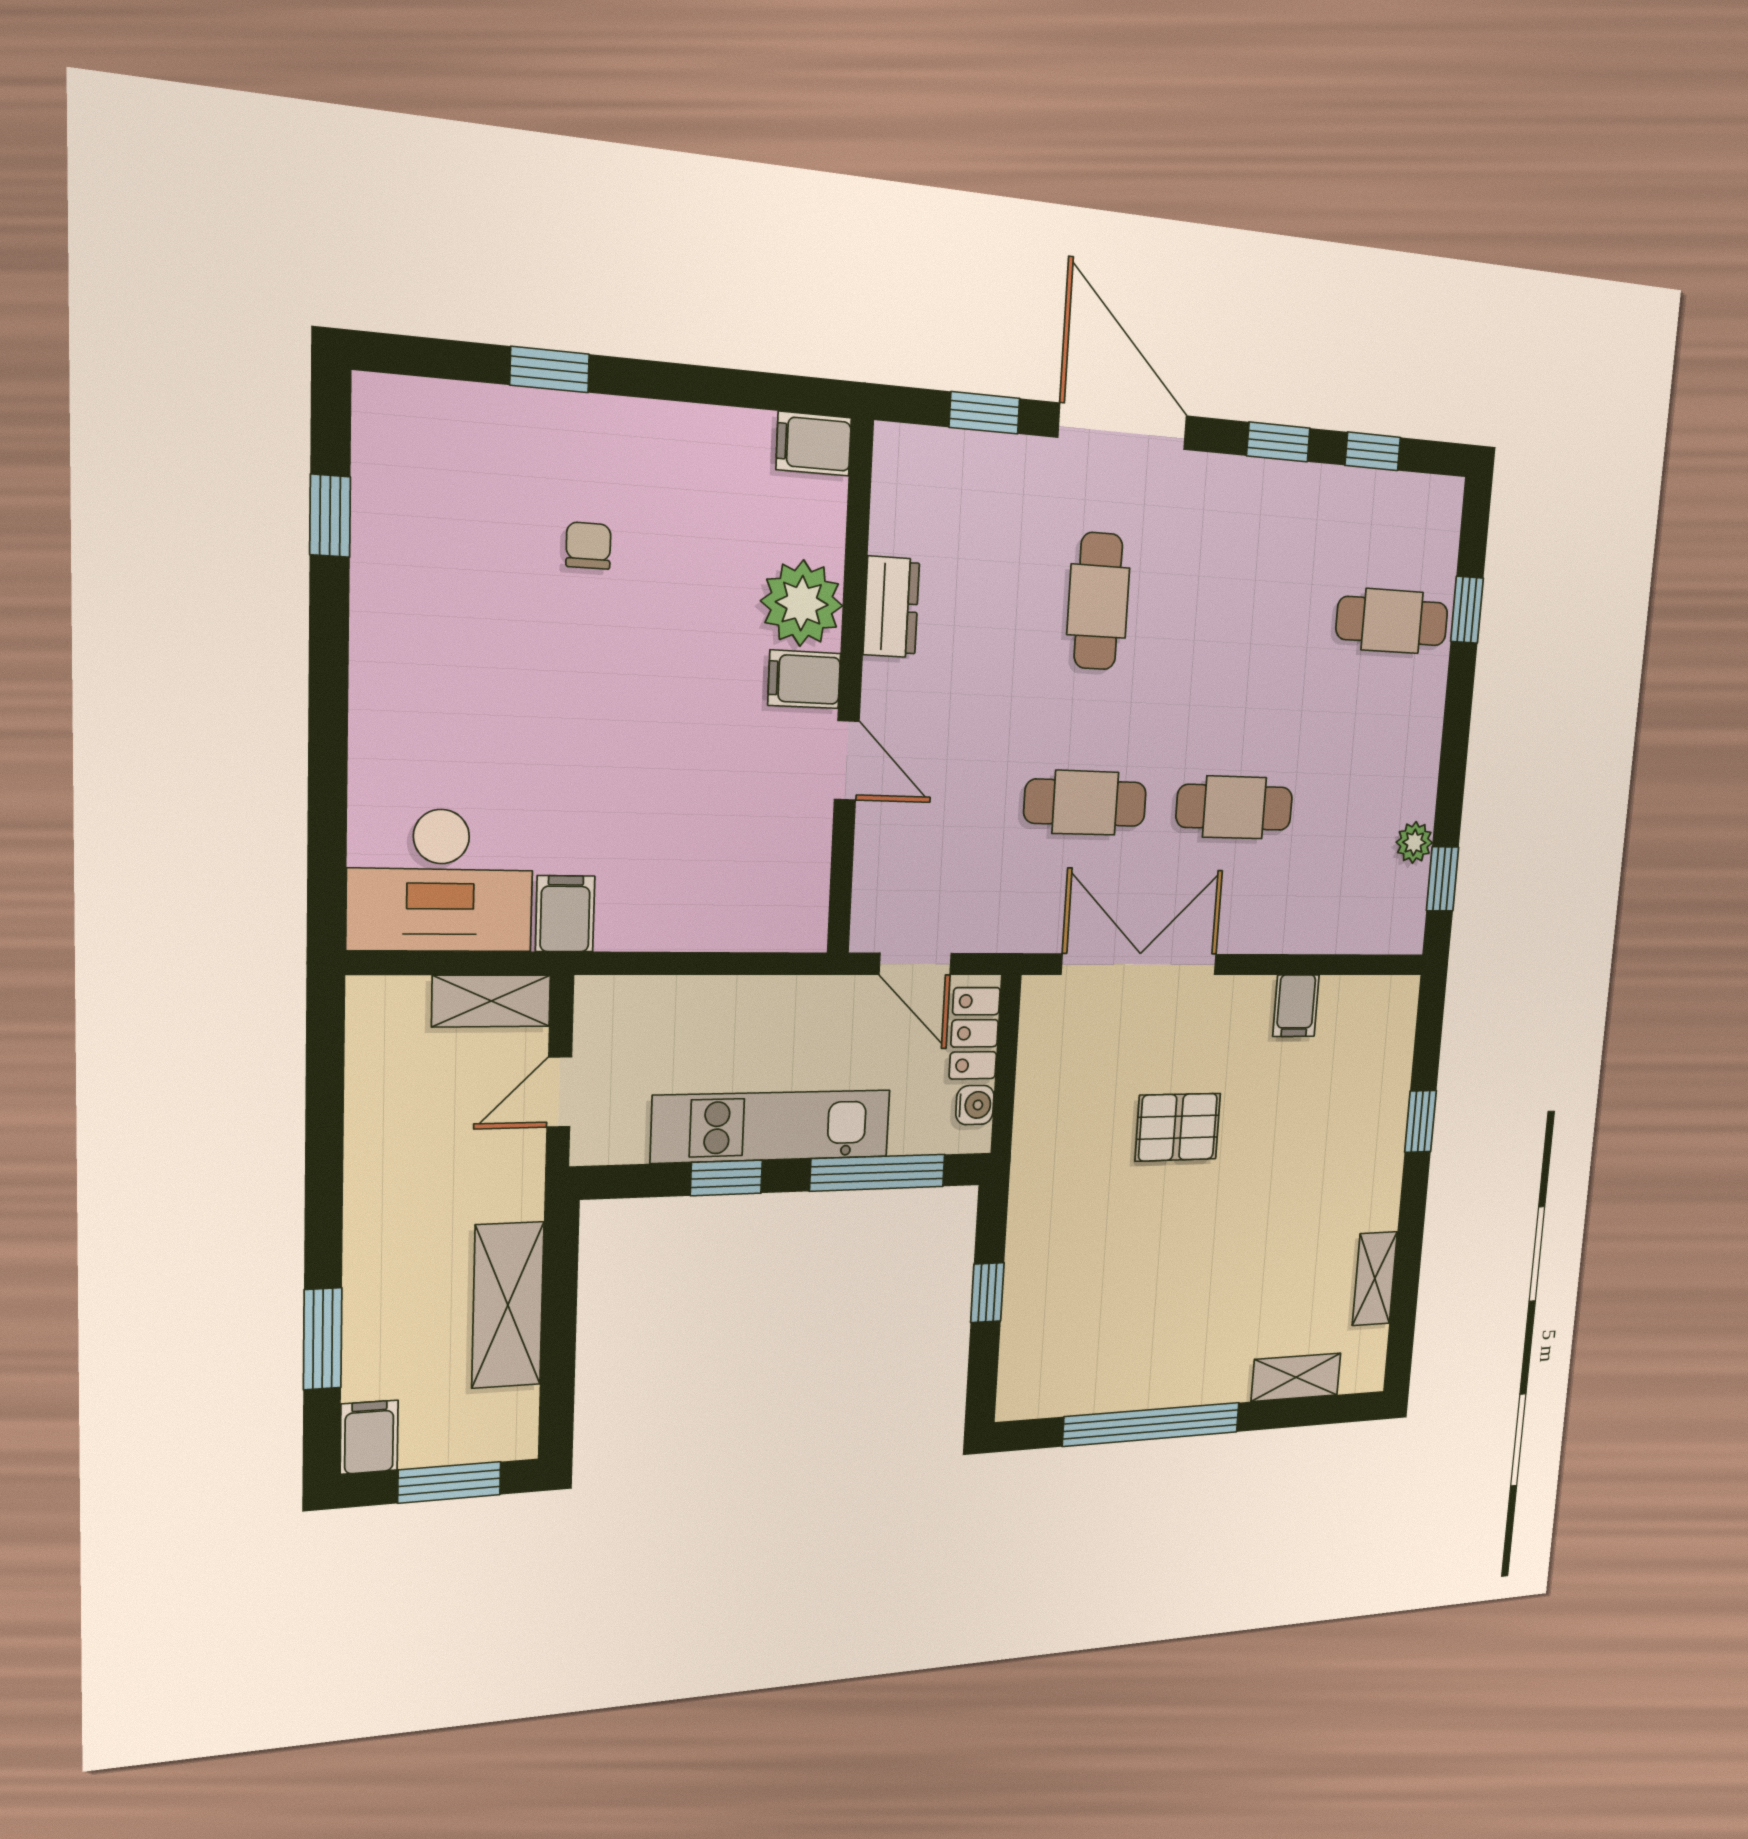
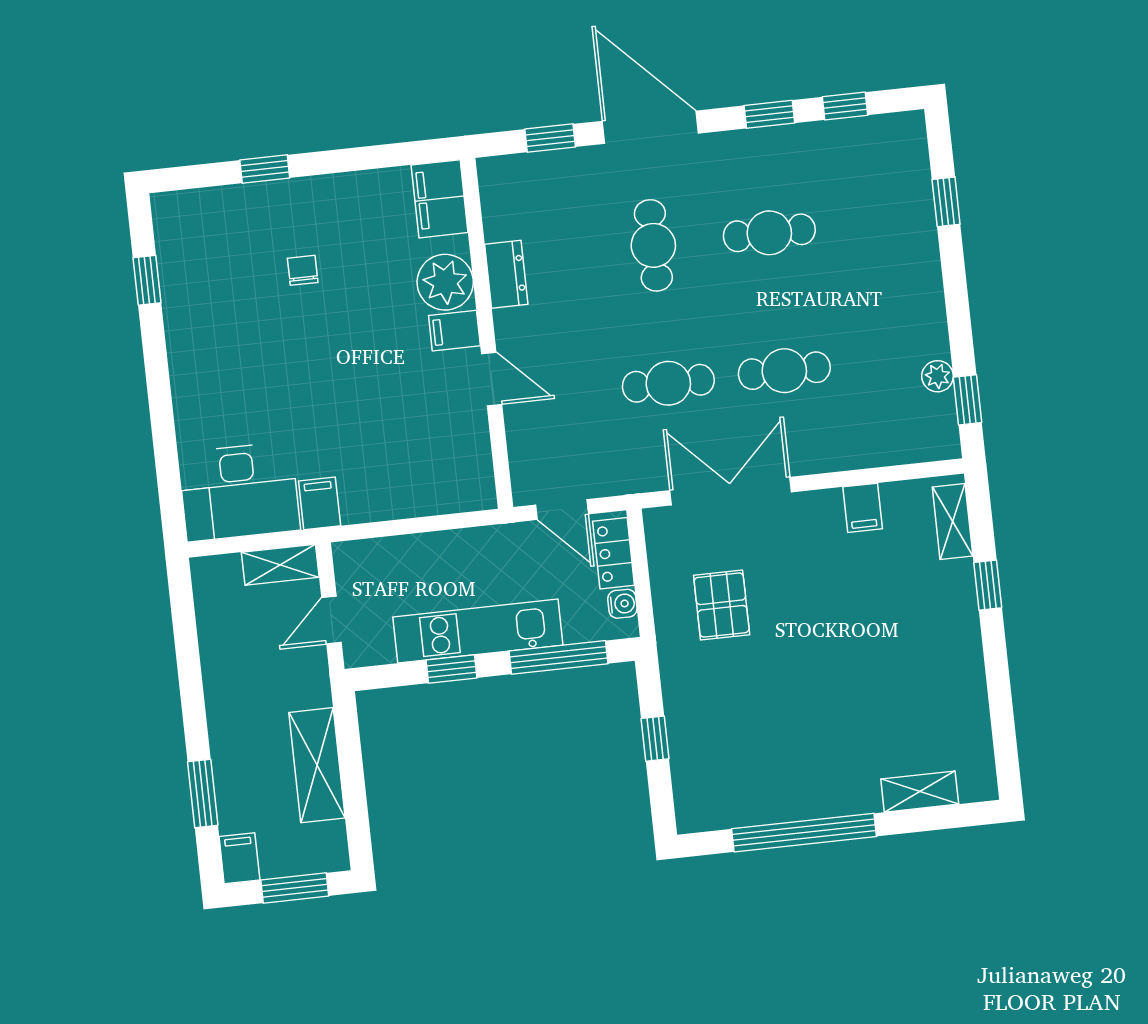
filing cabinet: (814, 444) -> (440, 199), width x2.00
cafe table: (1392, 621) -> (769, 233), moved
pallet: (1178, 1127) -> (722, 605), moved, turned 90
shelving: (1375, 1279) -> (953, 521), moved

